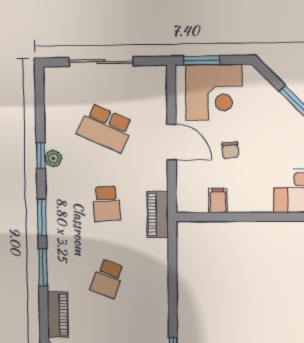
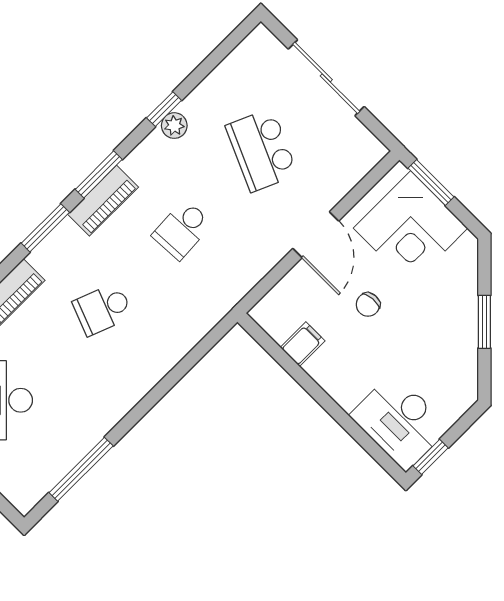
piano: (158, 214) -> (103, 201), moved, turned 180

